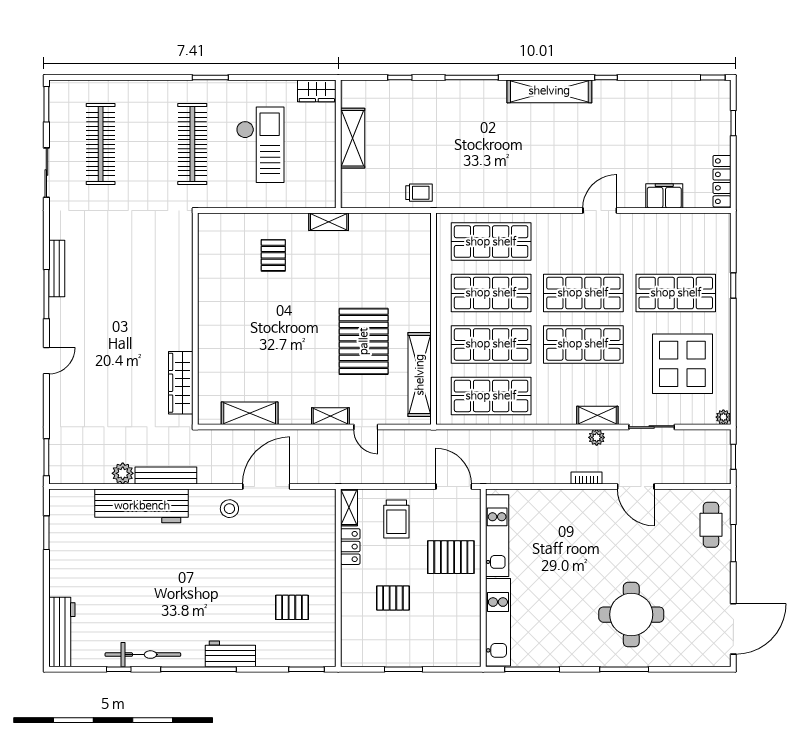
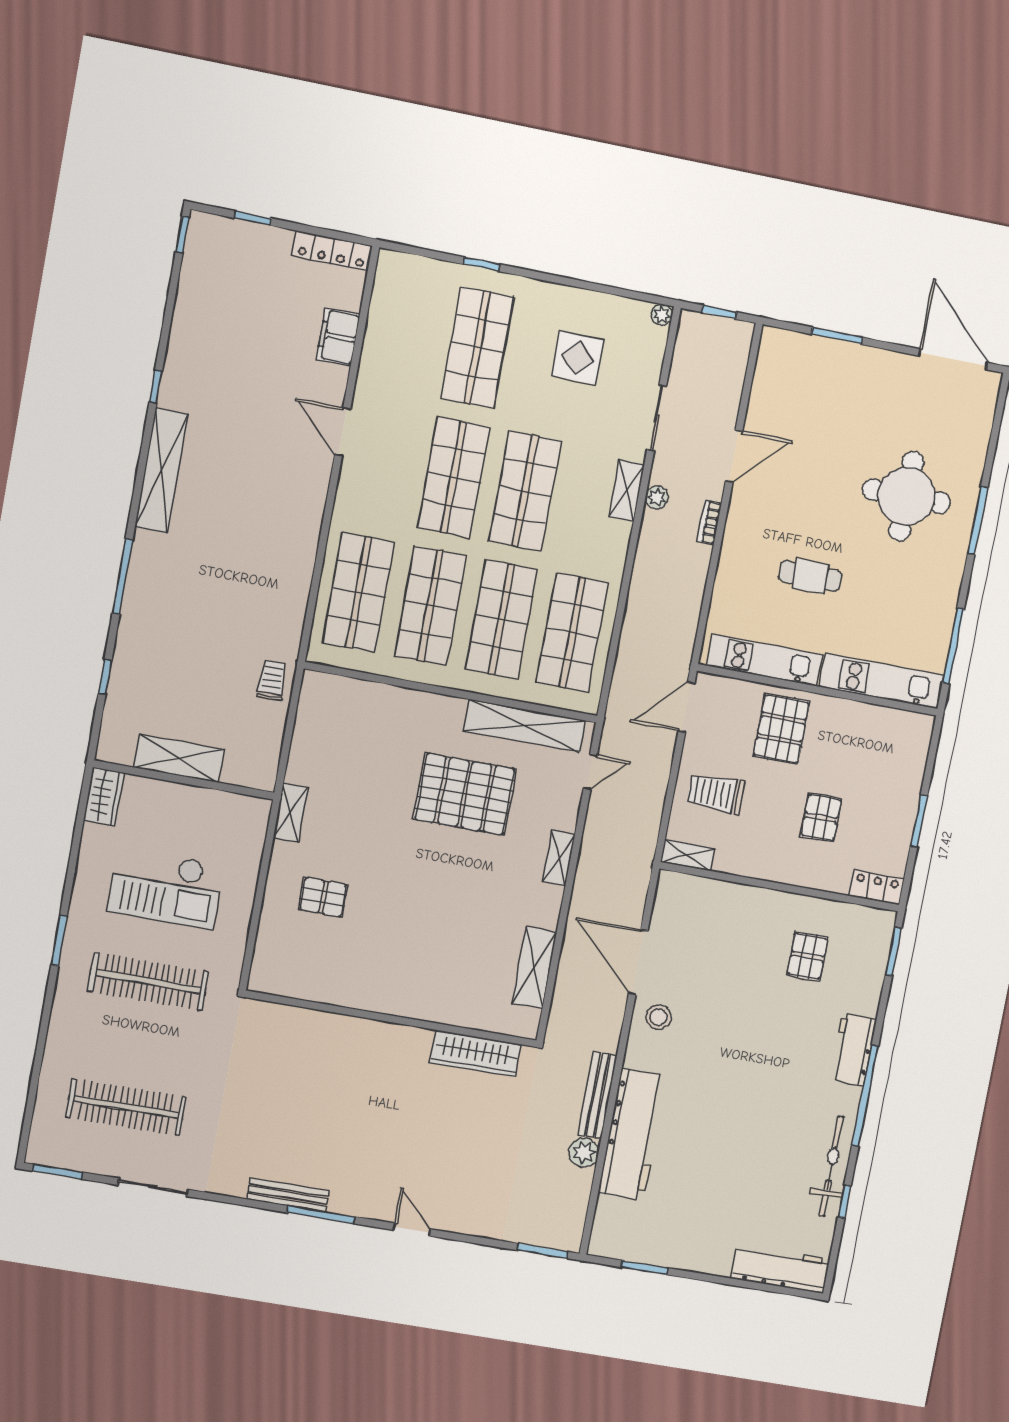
checkout: (260, 145) -> (166, 888), turned 180
display table: (682, 364) -> (578, 358), width x0.54, depth x0.54
door: (366, 427) -> (590, 772), moved
trolley: (396, 519) -> (716, 793), turned 180
cafe table: (711, 525) -> (810, 576), moved
locker: (350, 547) -> (876, 887), moved

